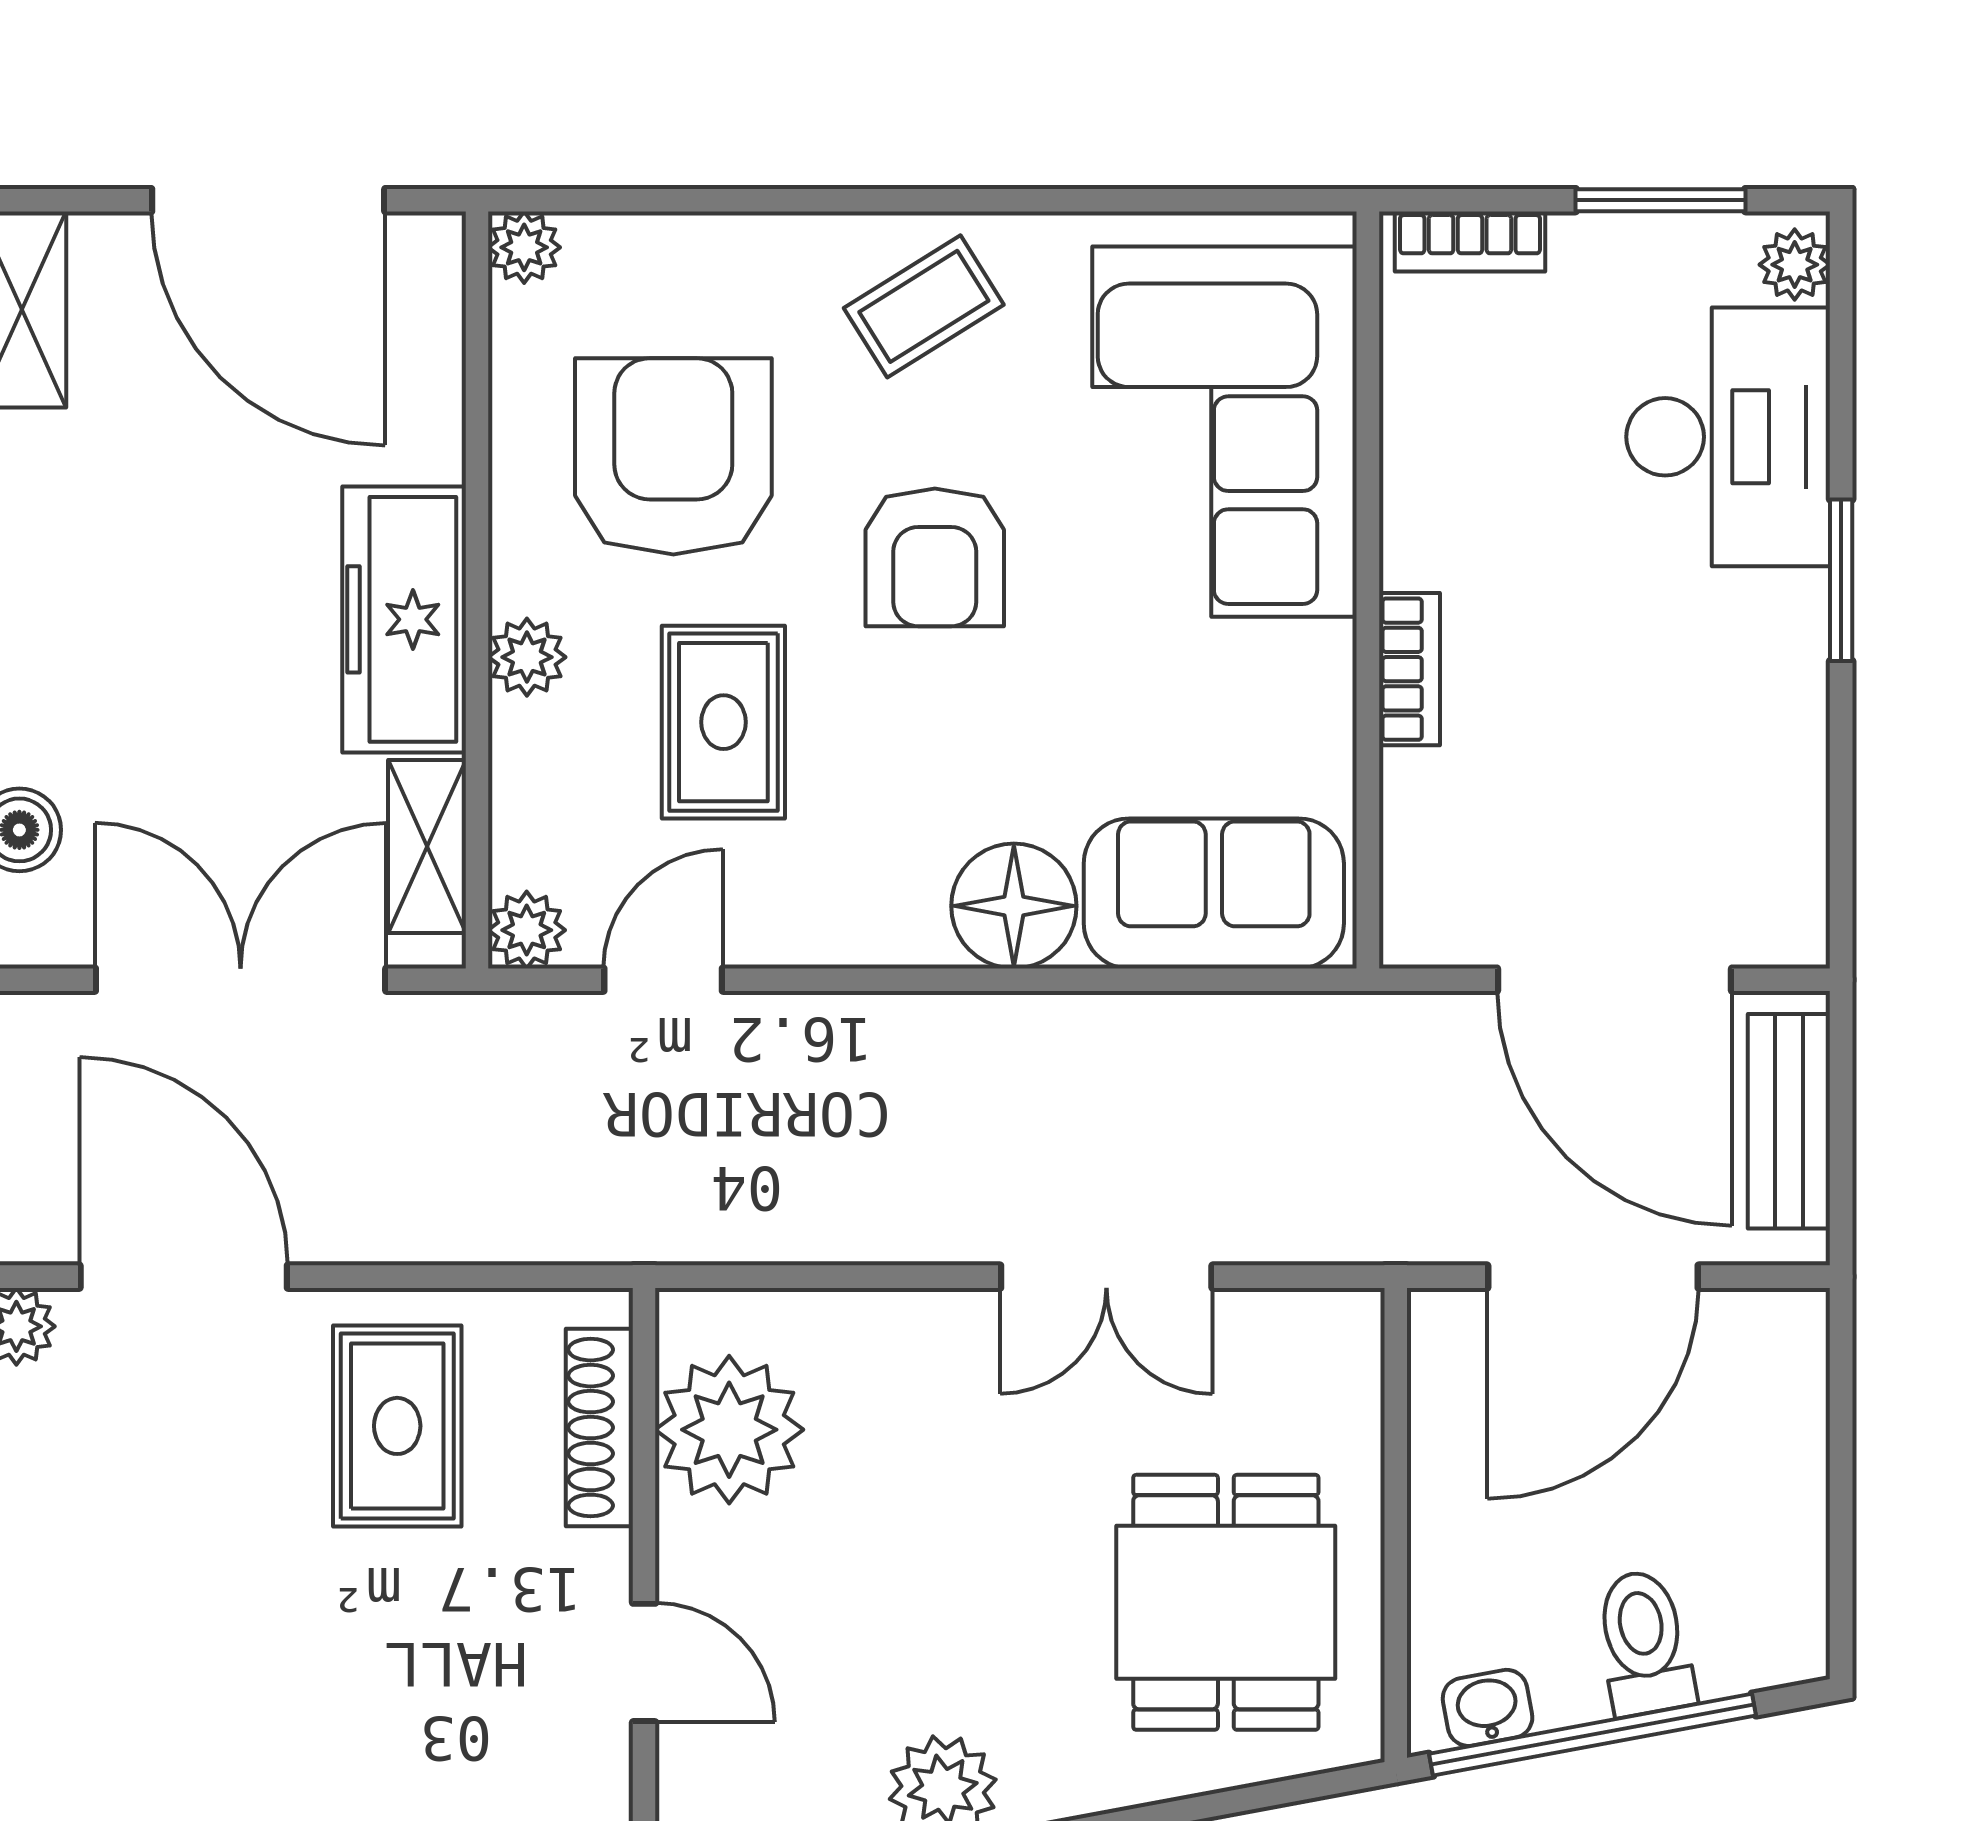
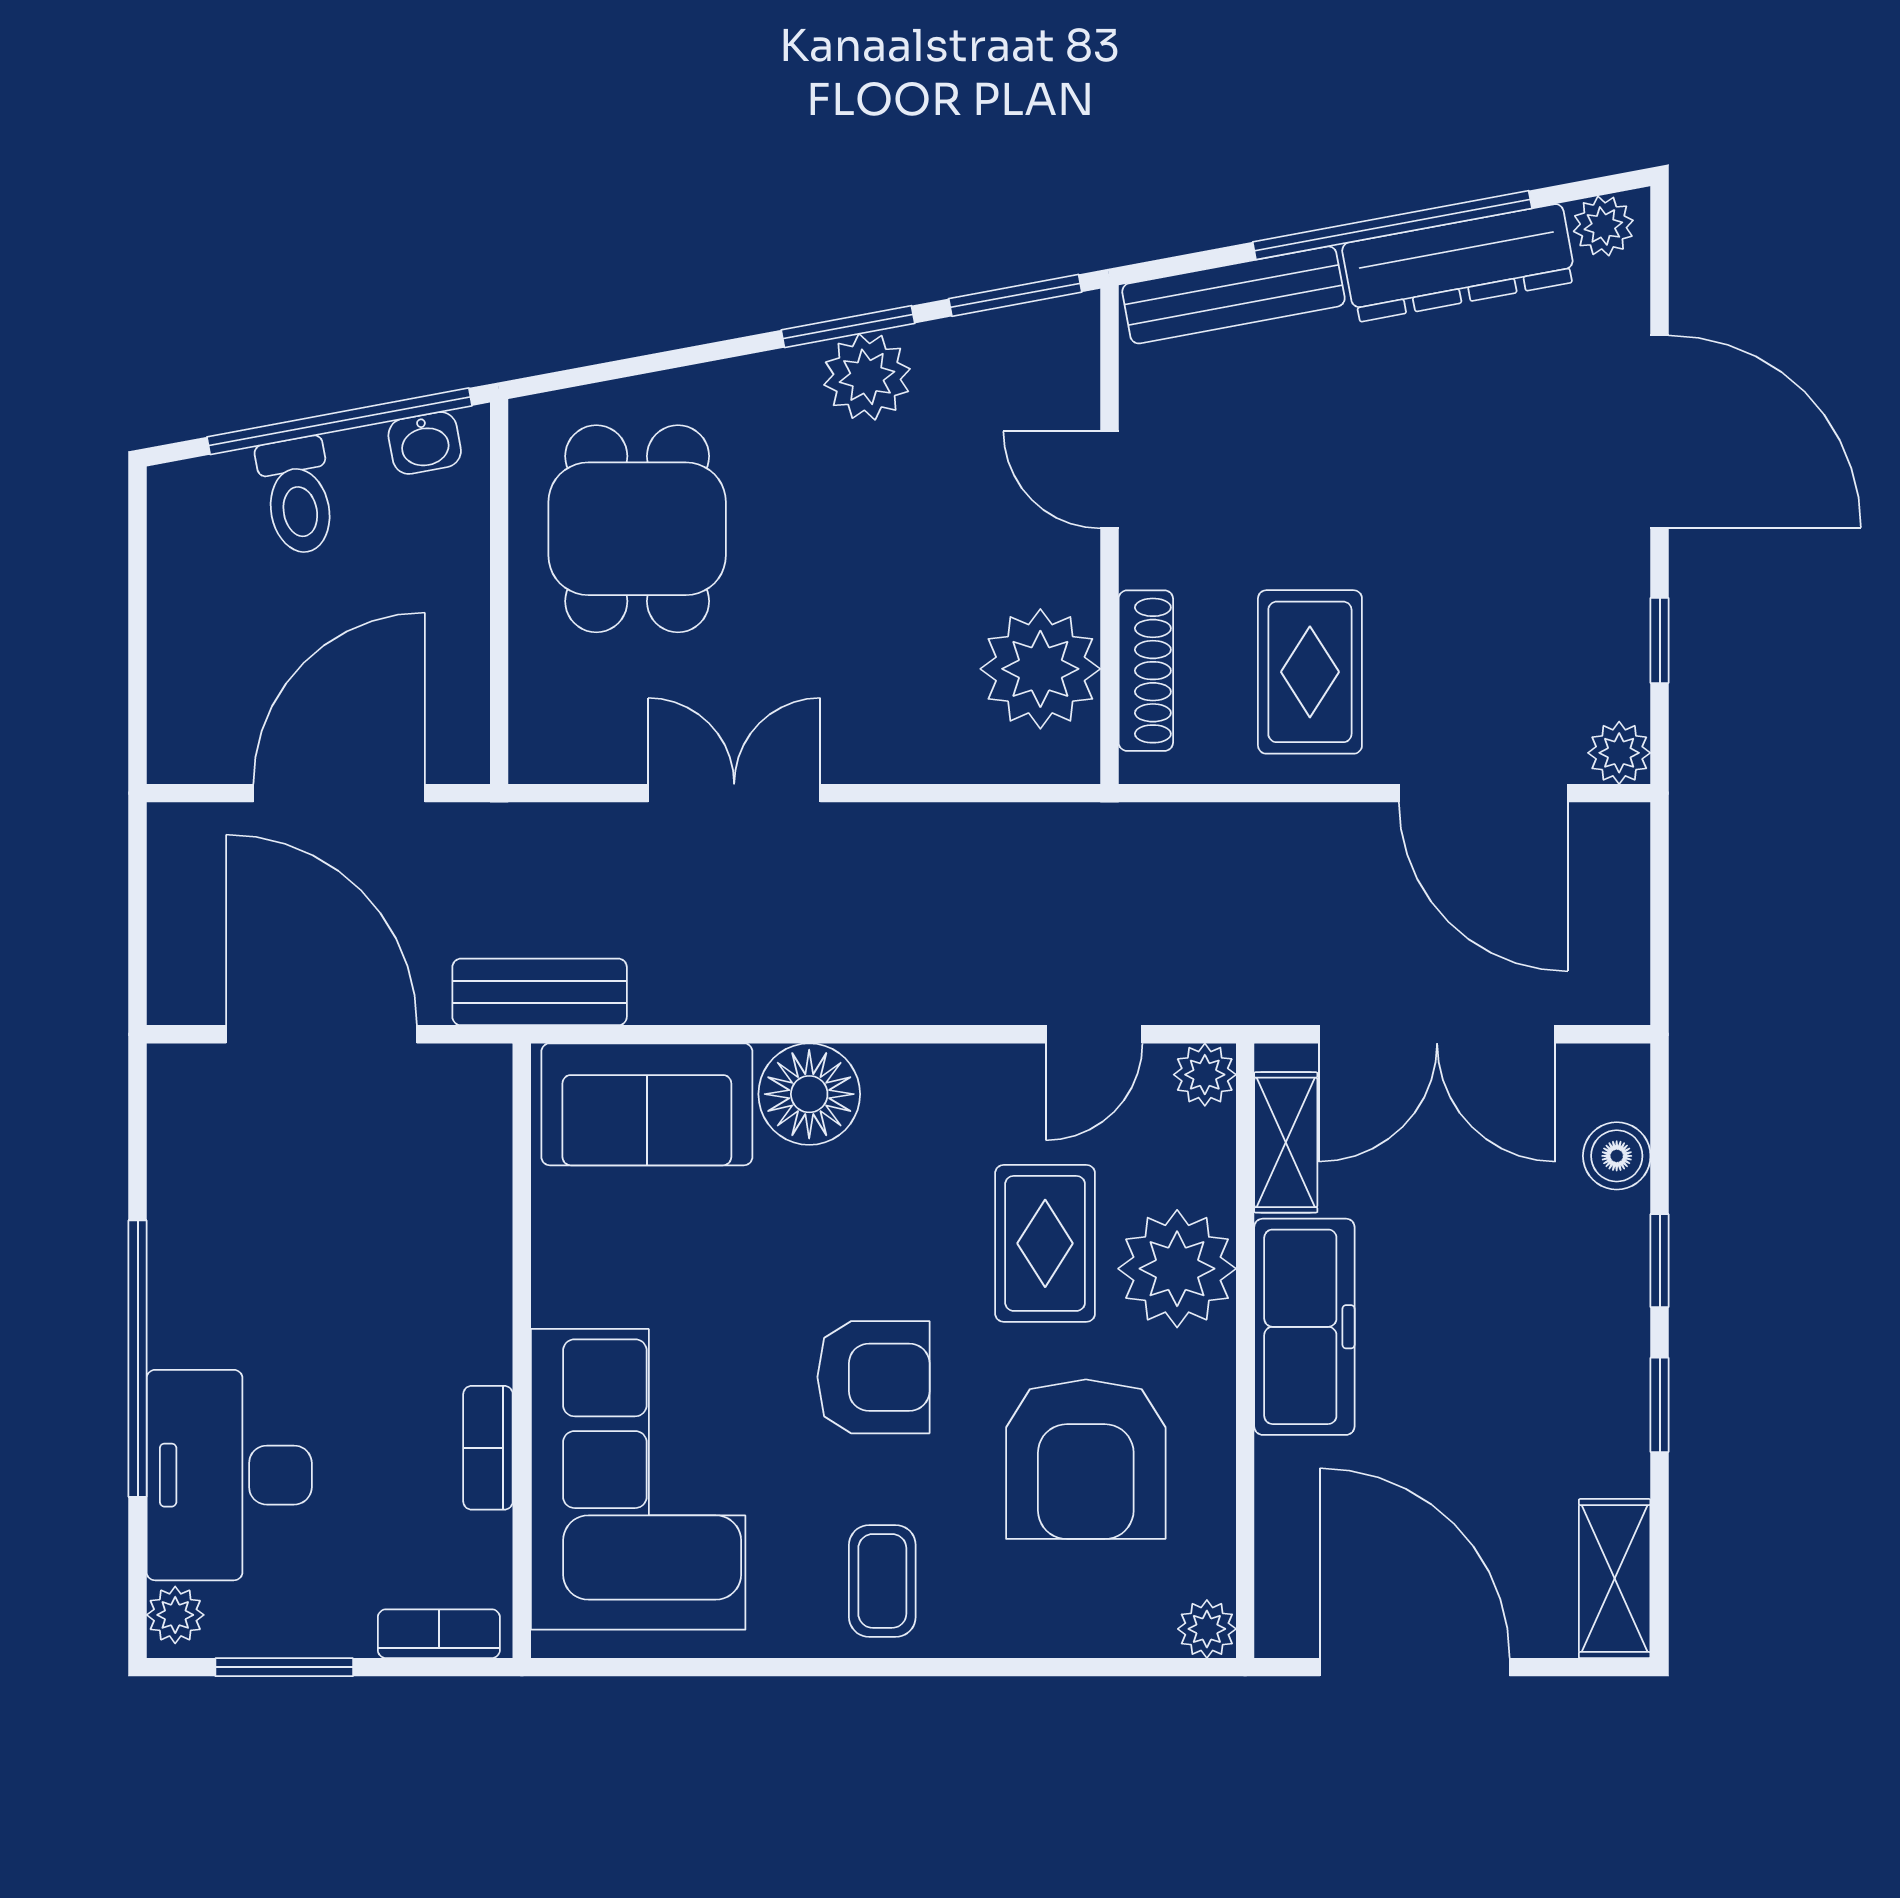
coffee table: (924, 306) -> (882, 1581), turned -58
armchair: (935, 557) -> (873, 1377), turned 90
window: (1841, 580) -> (138, 1359), width x2.11
plant: (527, 657) -> (1177, 1269), width x1.88, depth x1.88
bookcase: (1409, 669) -> (488, 1448), moved
bench: (1789, 1121) -> (540, 992), moved, turned 90

